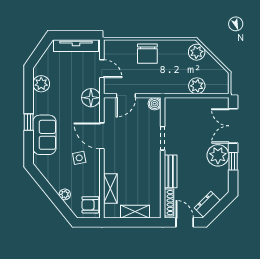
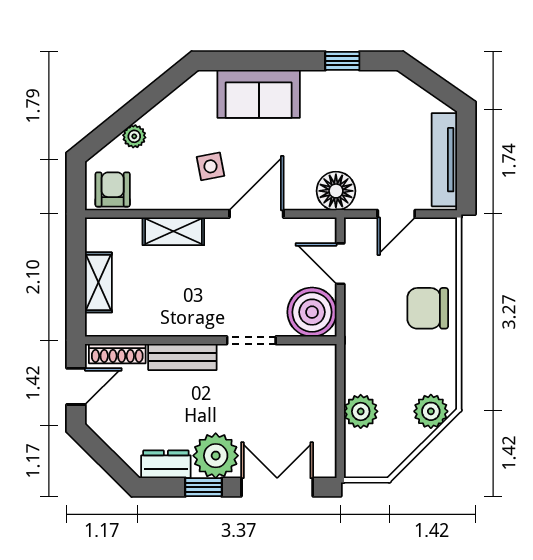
plant: (41, 84) -> (365, 87), removed
boiler: (155, 104) -> (312, 312), width x1.86, depth x1.86
window: (29, 122) -> (342, 61), moved
shelving: (110, 188) -> (173, 231), moved
dresser: (207, 204) -> (166, 464), moved, turned -45

